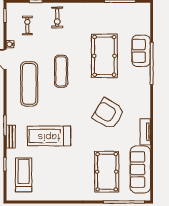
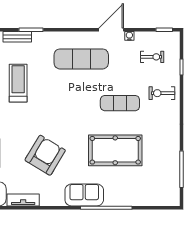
sofa: (141, 51) -> (84, 195), moved
exercise mat: (61, 71) -> (120, 103), moved
treadmill: (49, 136) -> (18, 83), width x0.73, depth x0.73

